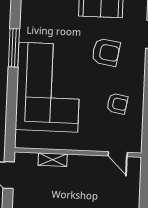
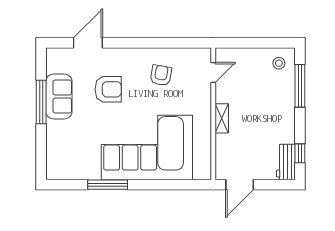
armchair: (106, 52) -> (108, 89), turned 81
shelving: (53, 160) -> (222, 118), moved

